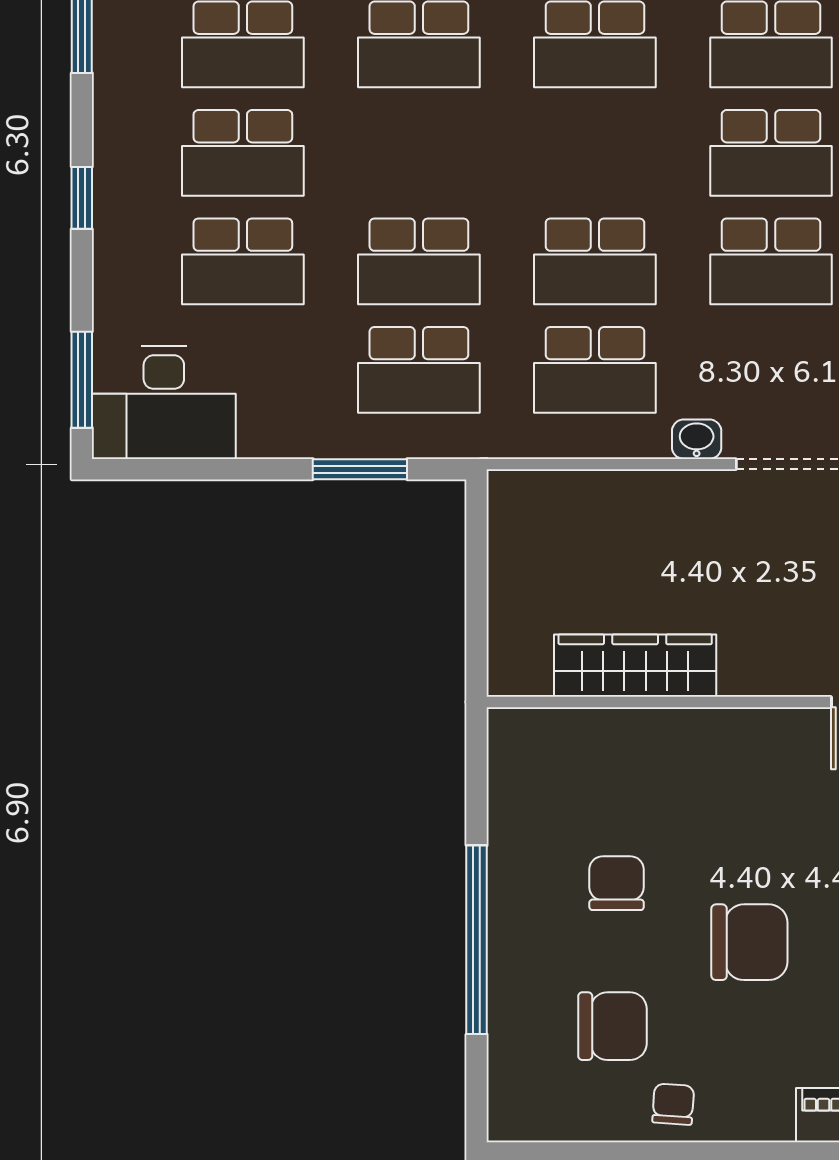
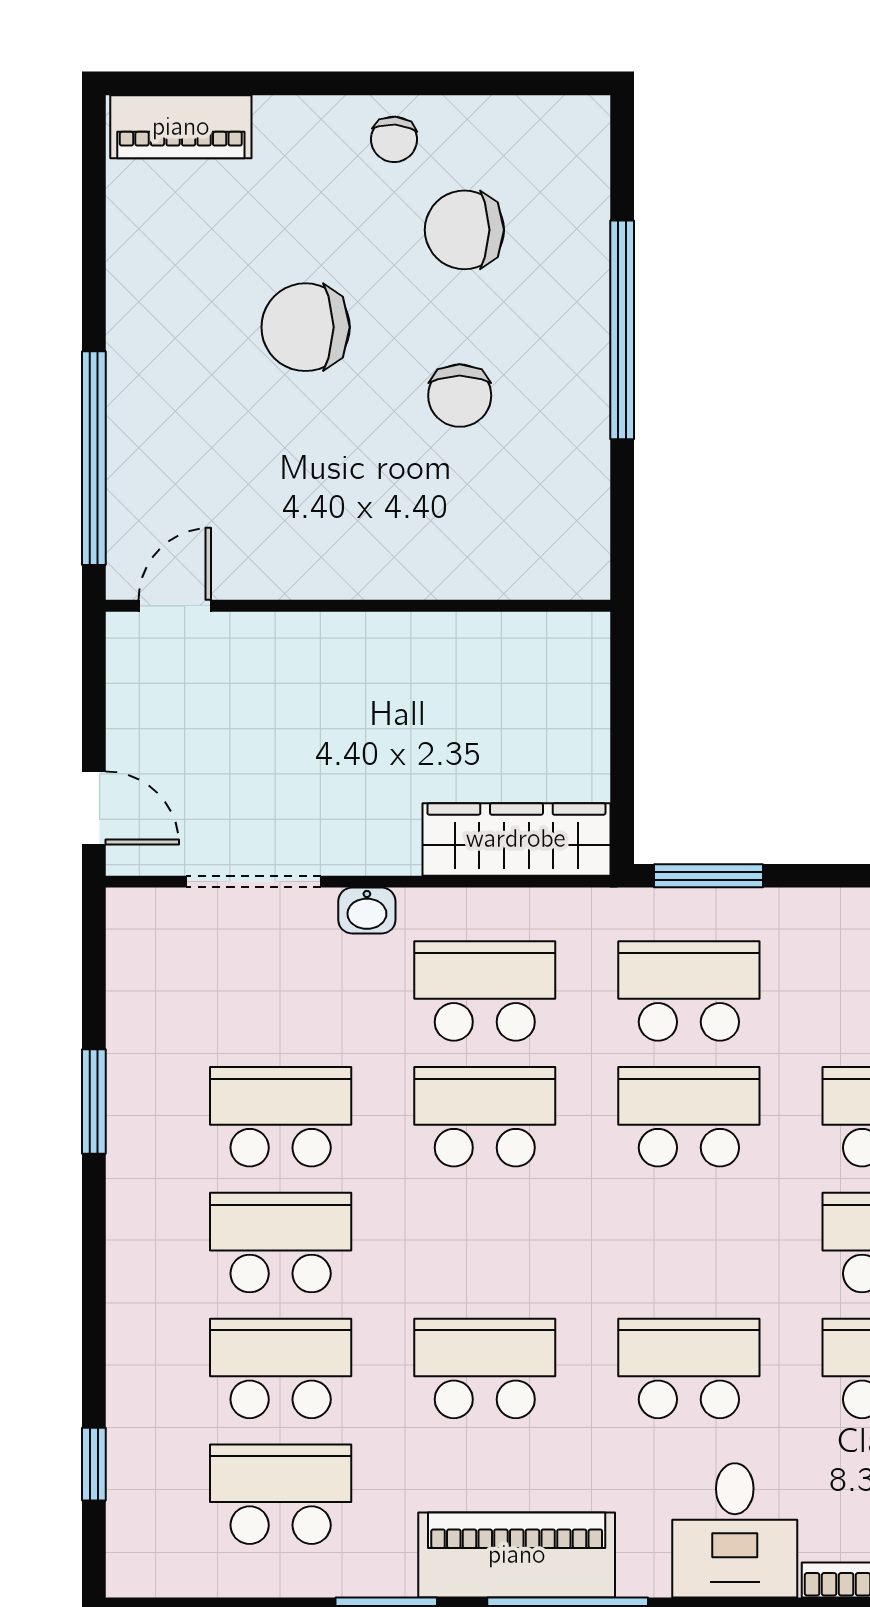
window: (360, 469) -> (708, 876), moved
wardrobe: (635, 666) -> (516, 839), moved, turned 180

